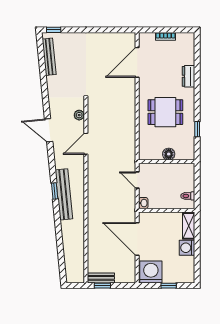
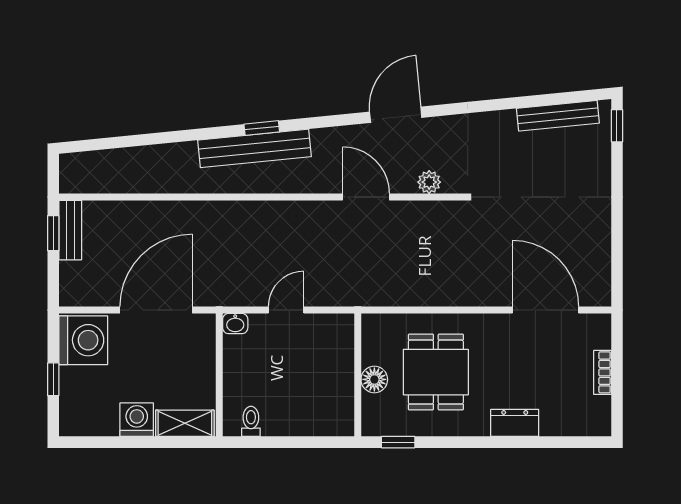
floor lamp: (169, 154) -> (374, 379), moved
wall: (167, 162) -> (358, 375), moved

